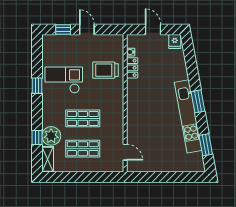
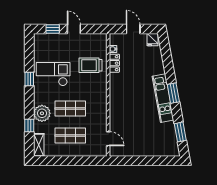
kitchen unit: (188, 116) -> (163, 98), width x0.73
plant: (51, 136) -> (42, 113), moved

